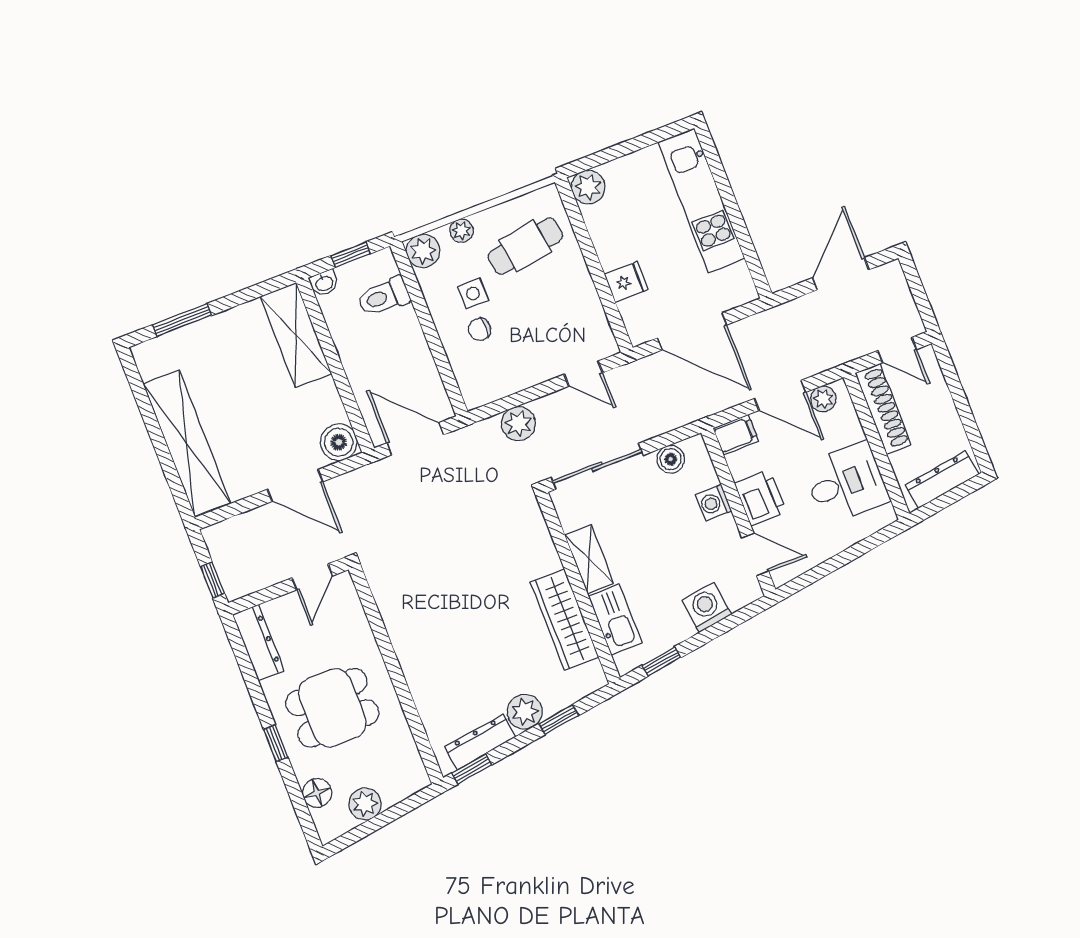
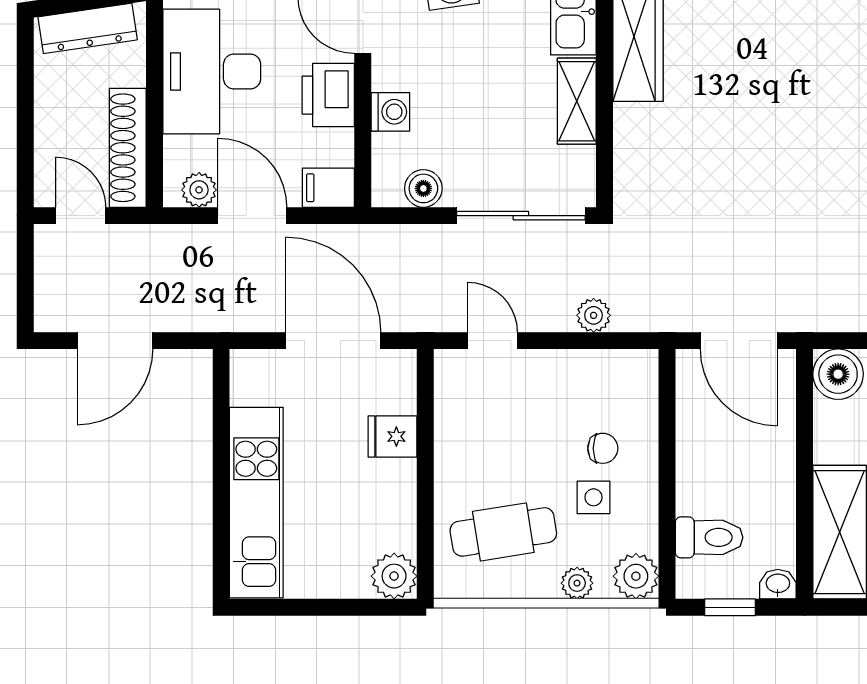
plant: (518, 424) -> (594, 315), width x0.73, depth x0.73
desk: (846, 483) -> (212, 72), width x1.37

